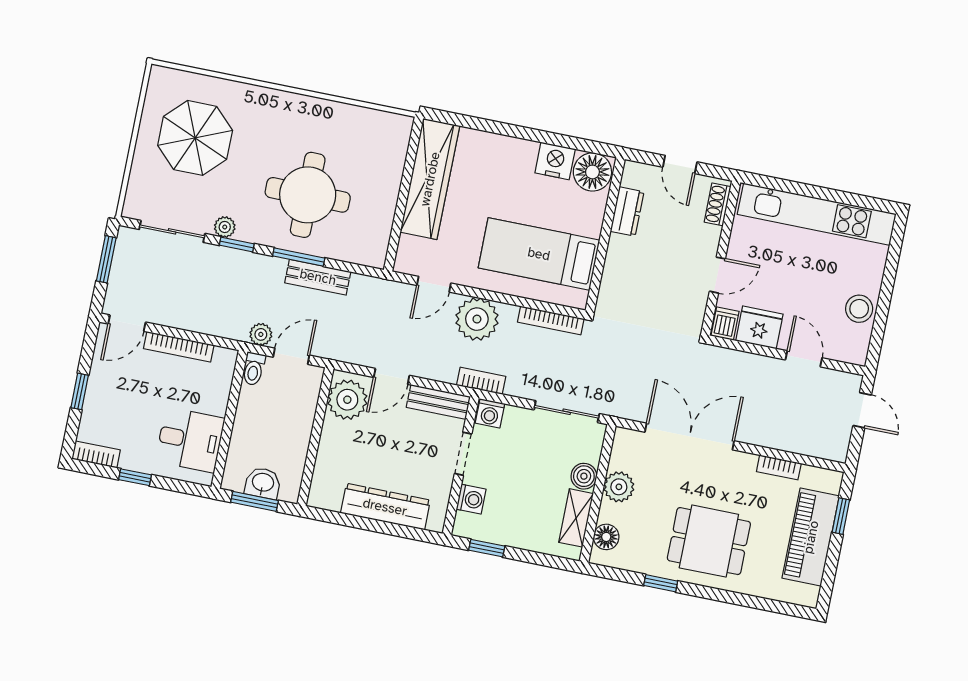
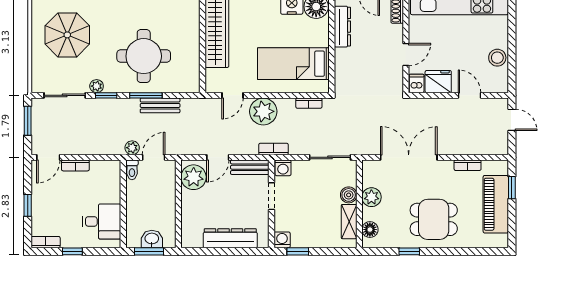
dresser: (627, 211) -> (342, 27), width x1.44
bookcase: (551, 320) -> (309, 103), width x0.64
bookcase: (179, 347) -> (75, 165), width x0.64
washing machine: (471, 499) -> (282, 240), moved, turned -90

